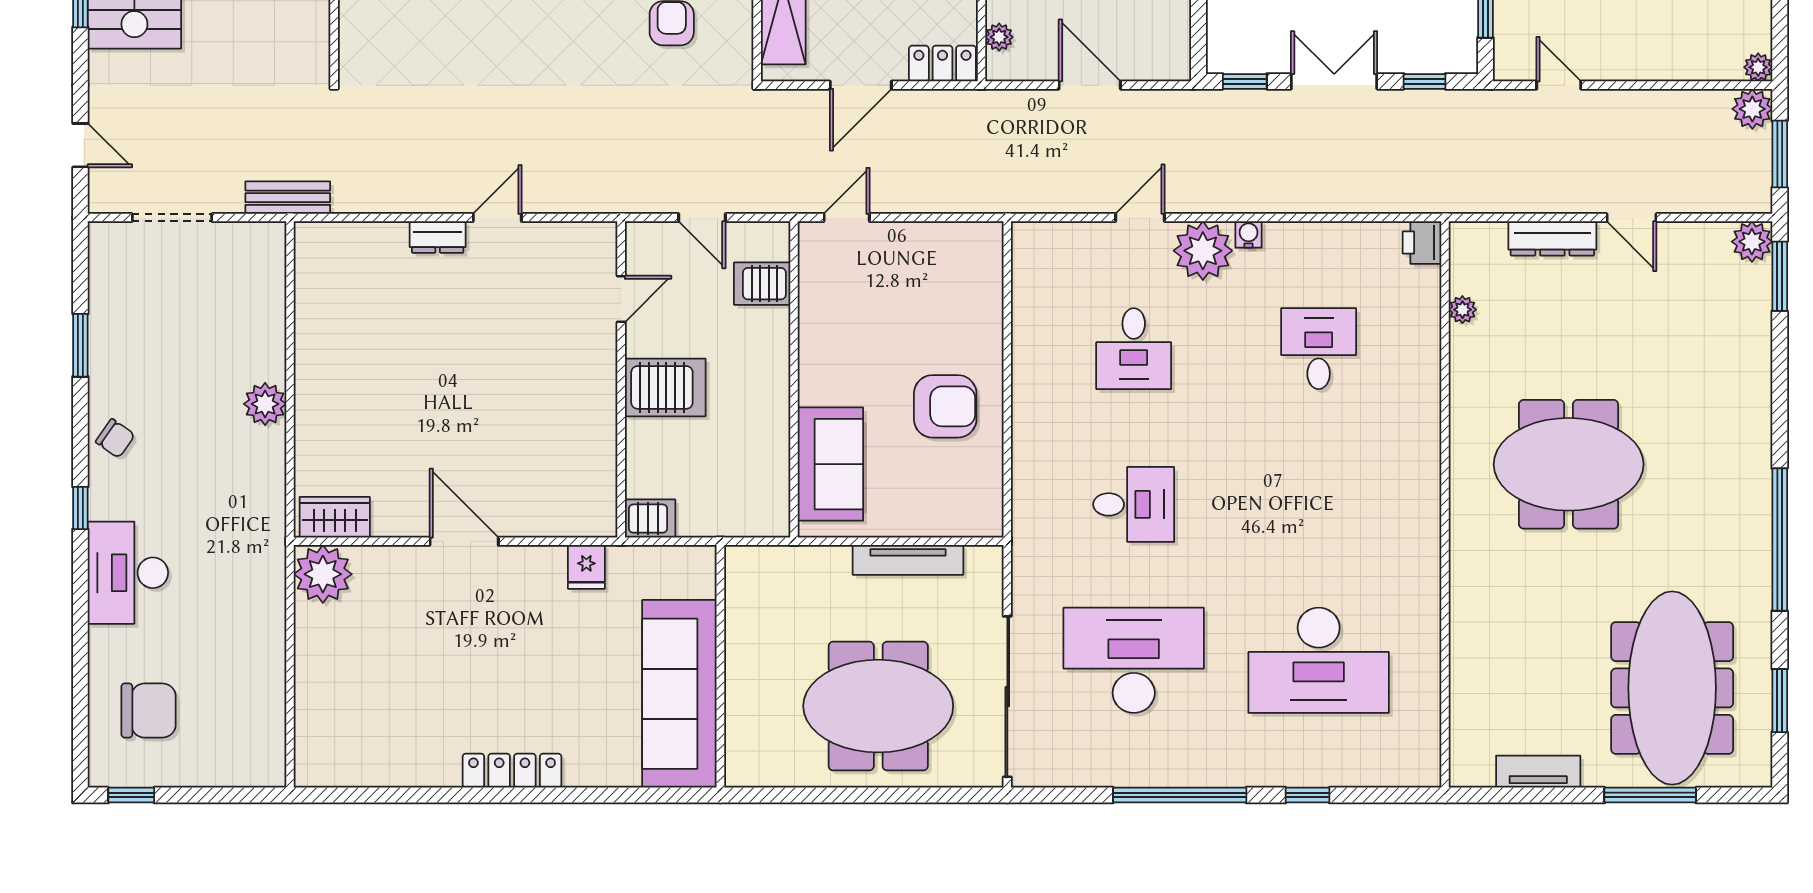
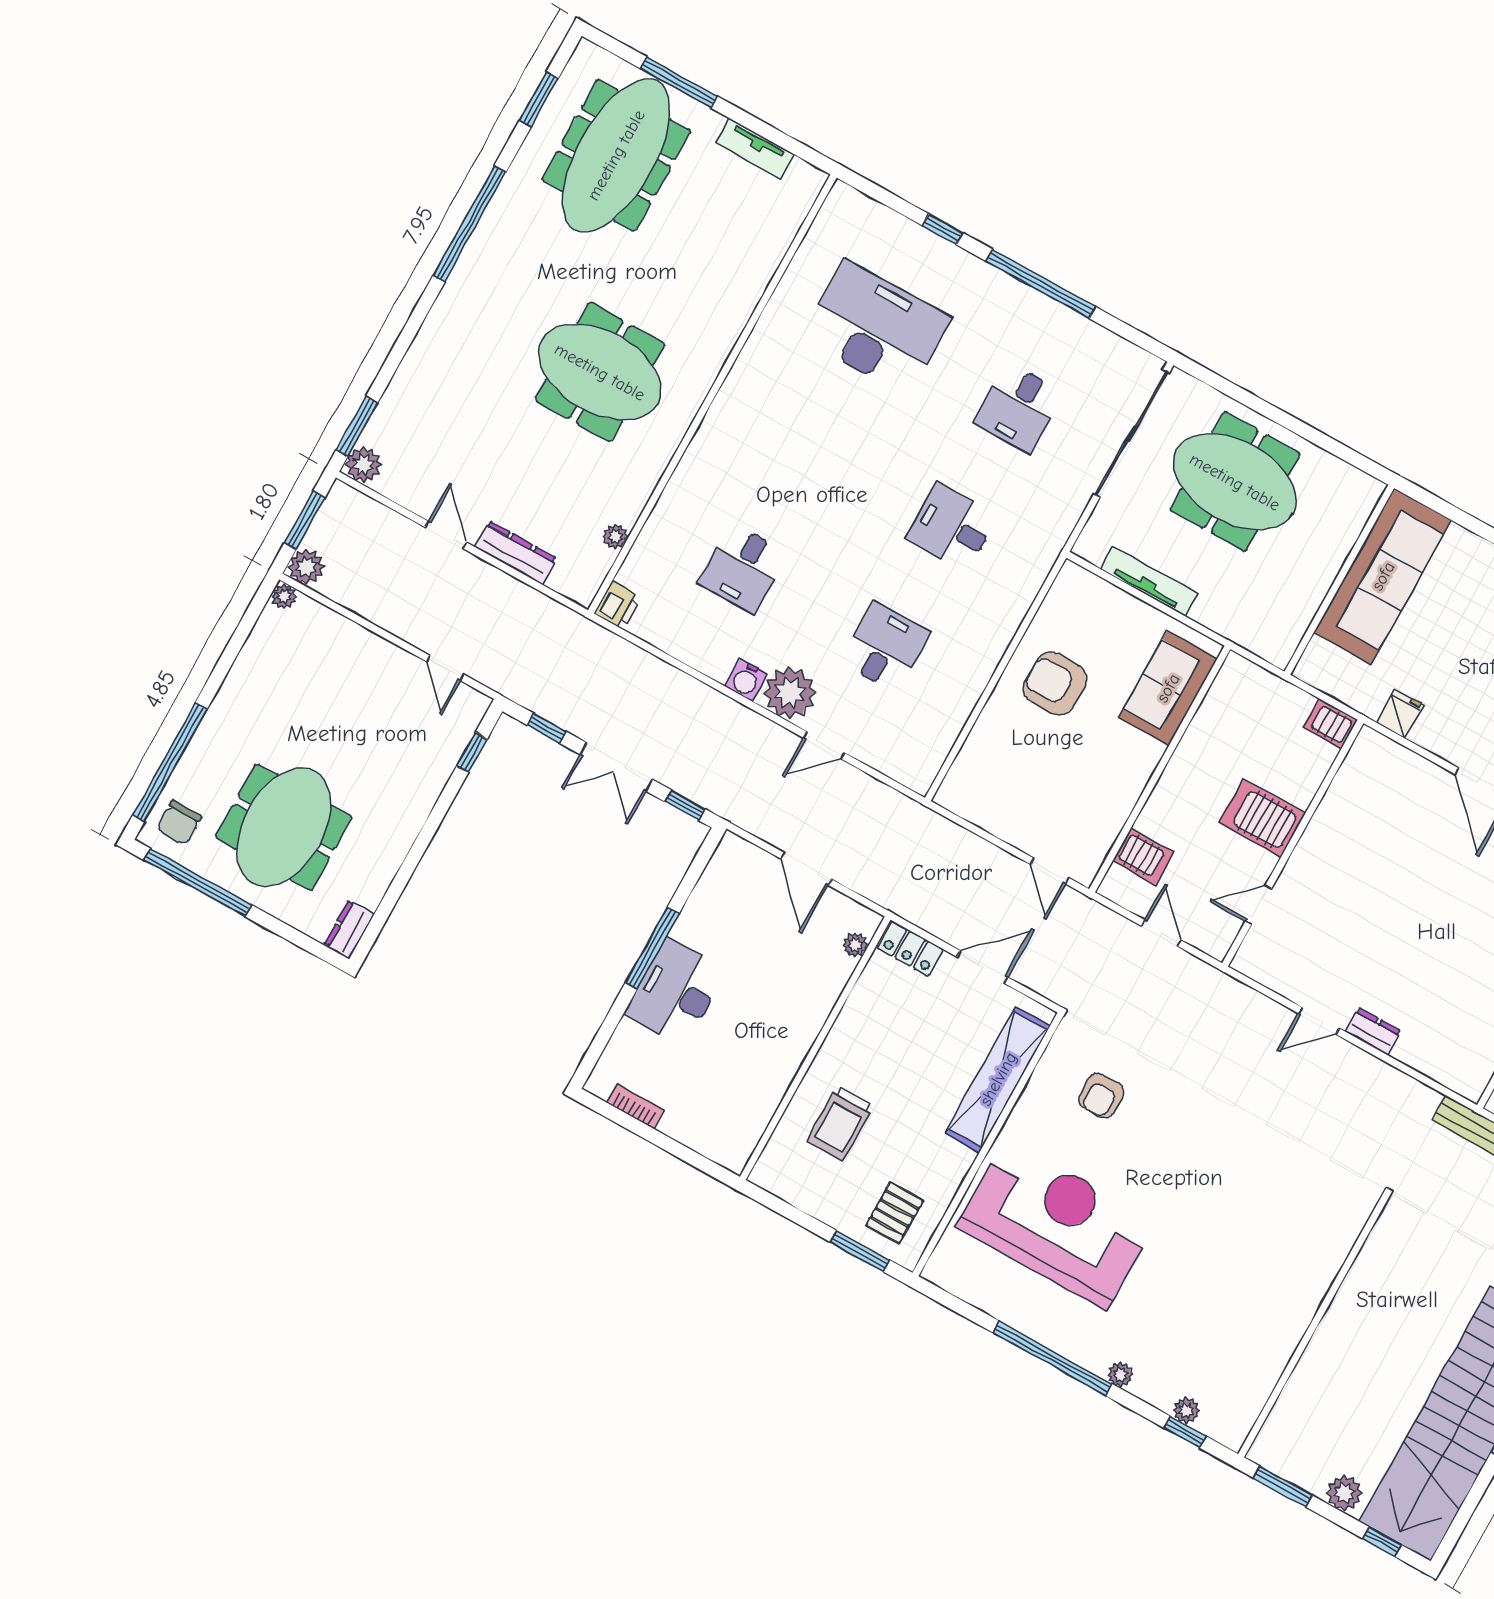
door: (847, 218) -> (1050, 871), hinge flipped
water cooler: (1249, 234) -> (746, 680), width x1.38, depth x1.38
desk: (1134, 660) -> (1019, 407), width x0.53, depth x0.77

